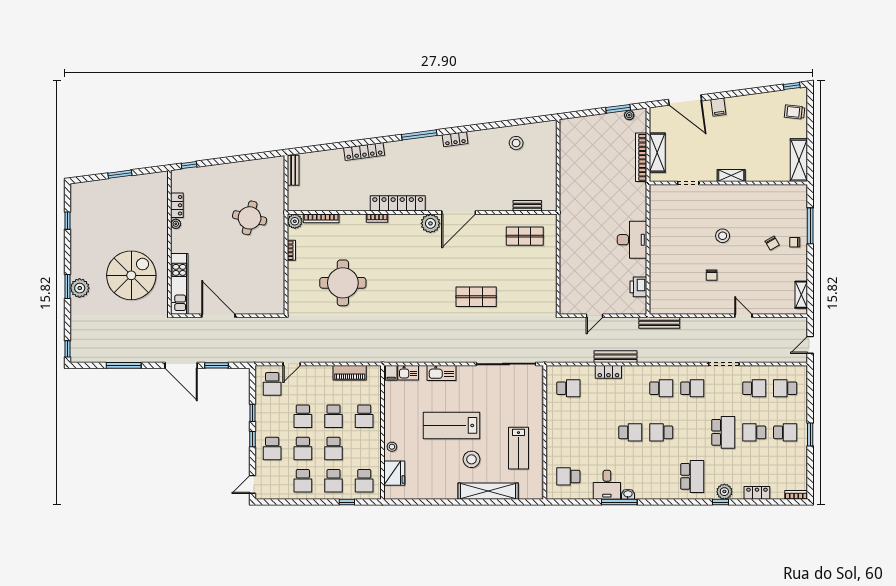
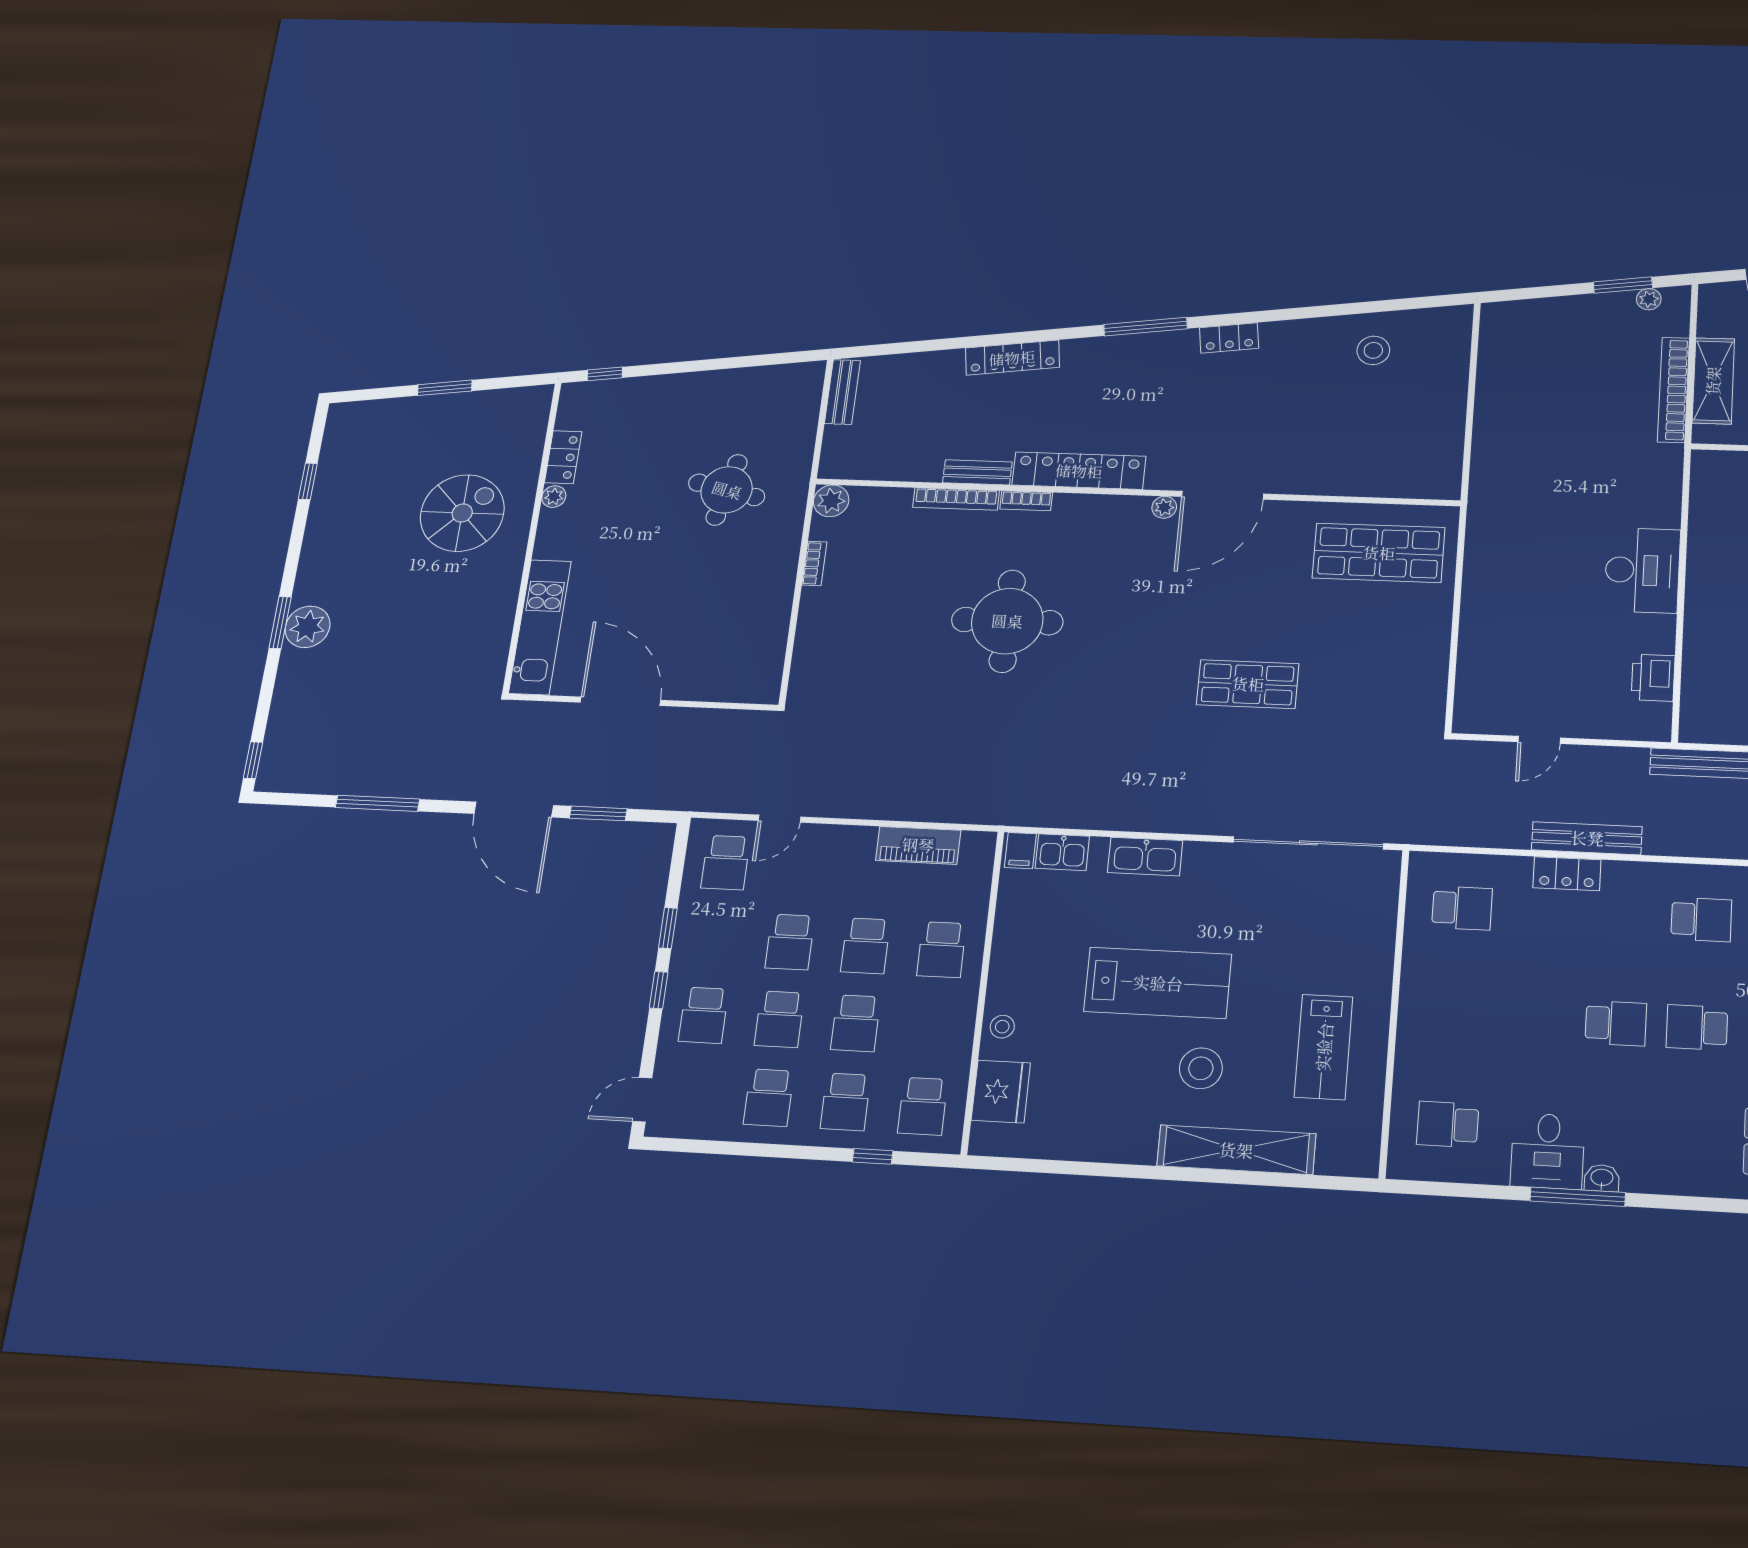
bench: (527, 206) -> (977, 472), moved
bookcase: (321, 218) -> (956, 499), moved
plant: (430, 223) -> (1164, 507), width x0.53, depth x0.53
shop shelf: (525, 236) -> (1379, 553), width x1.43, depth x1.36
spiral stairs: (131, 275) -> (462, 513), moved, width x0.73, depth x0.73
round table: (343, 283) -> (1007, 621), moved
lab bench: (451, 425) -> (1158, 983), turned 180

